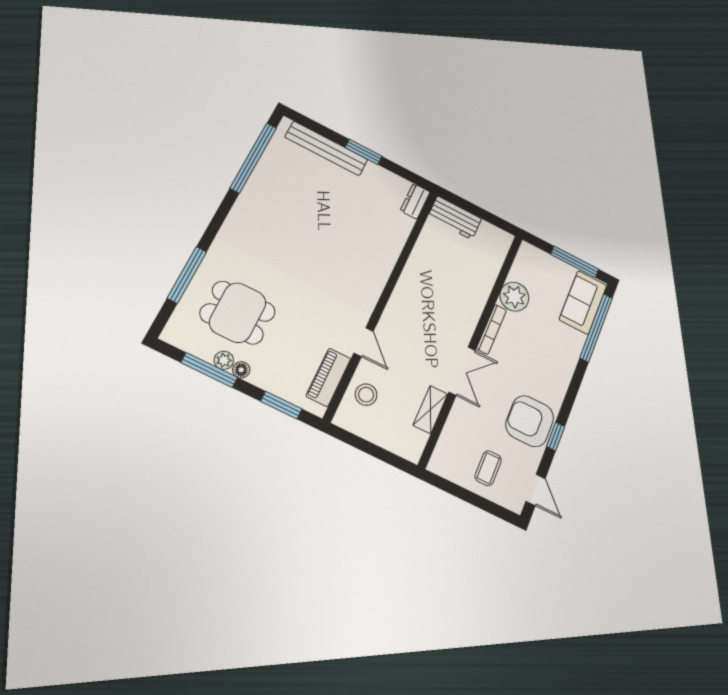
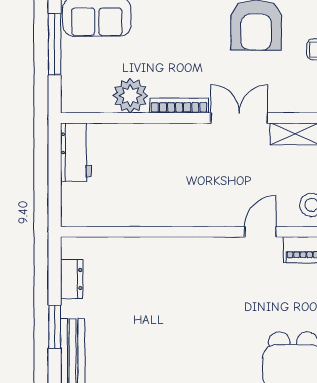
dresser: (415, 201) -> (72, 279), moved, turned -90
workbench: (455, 218) -> (76, 152), moved

